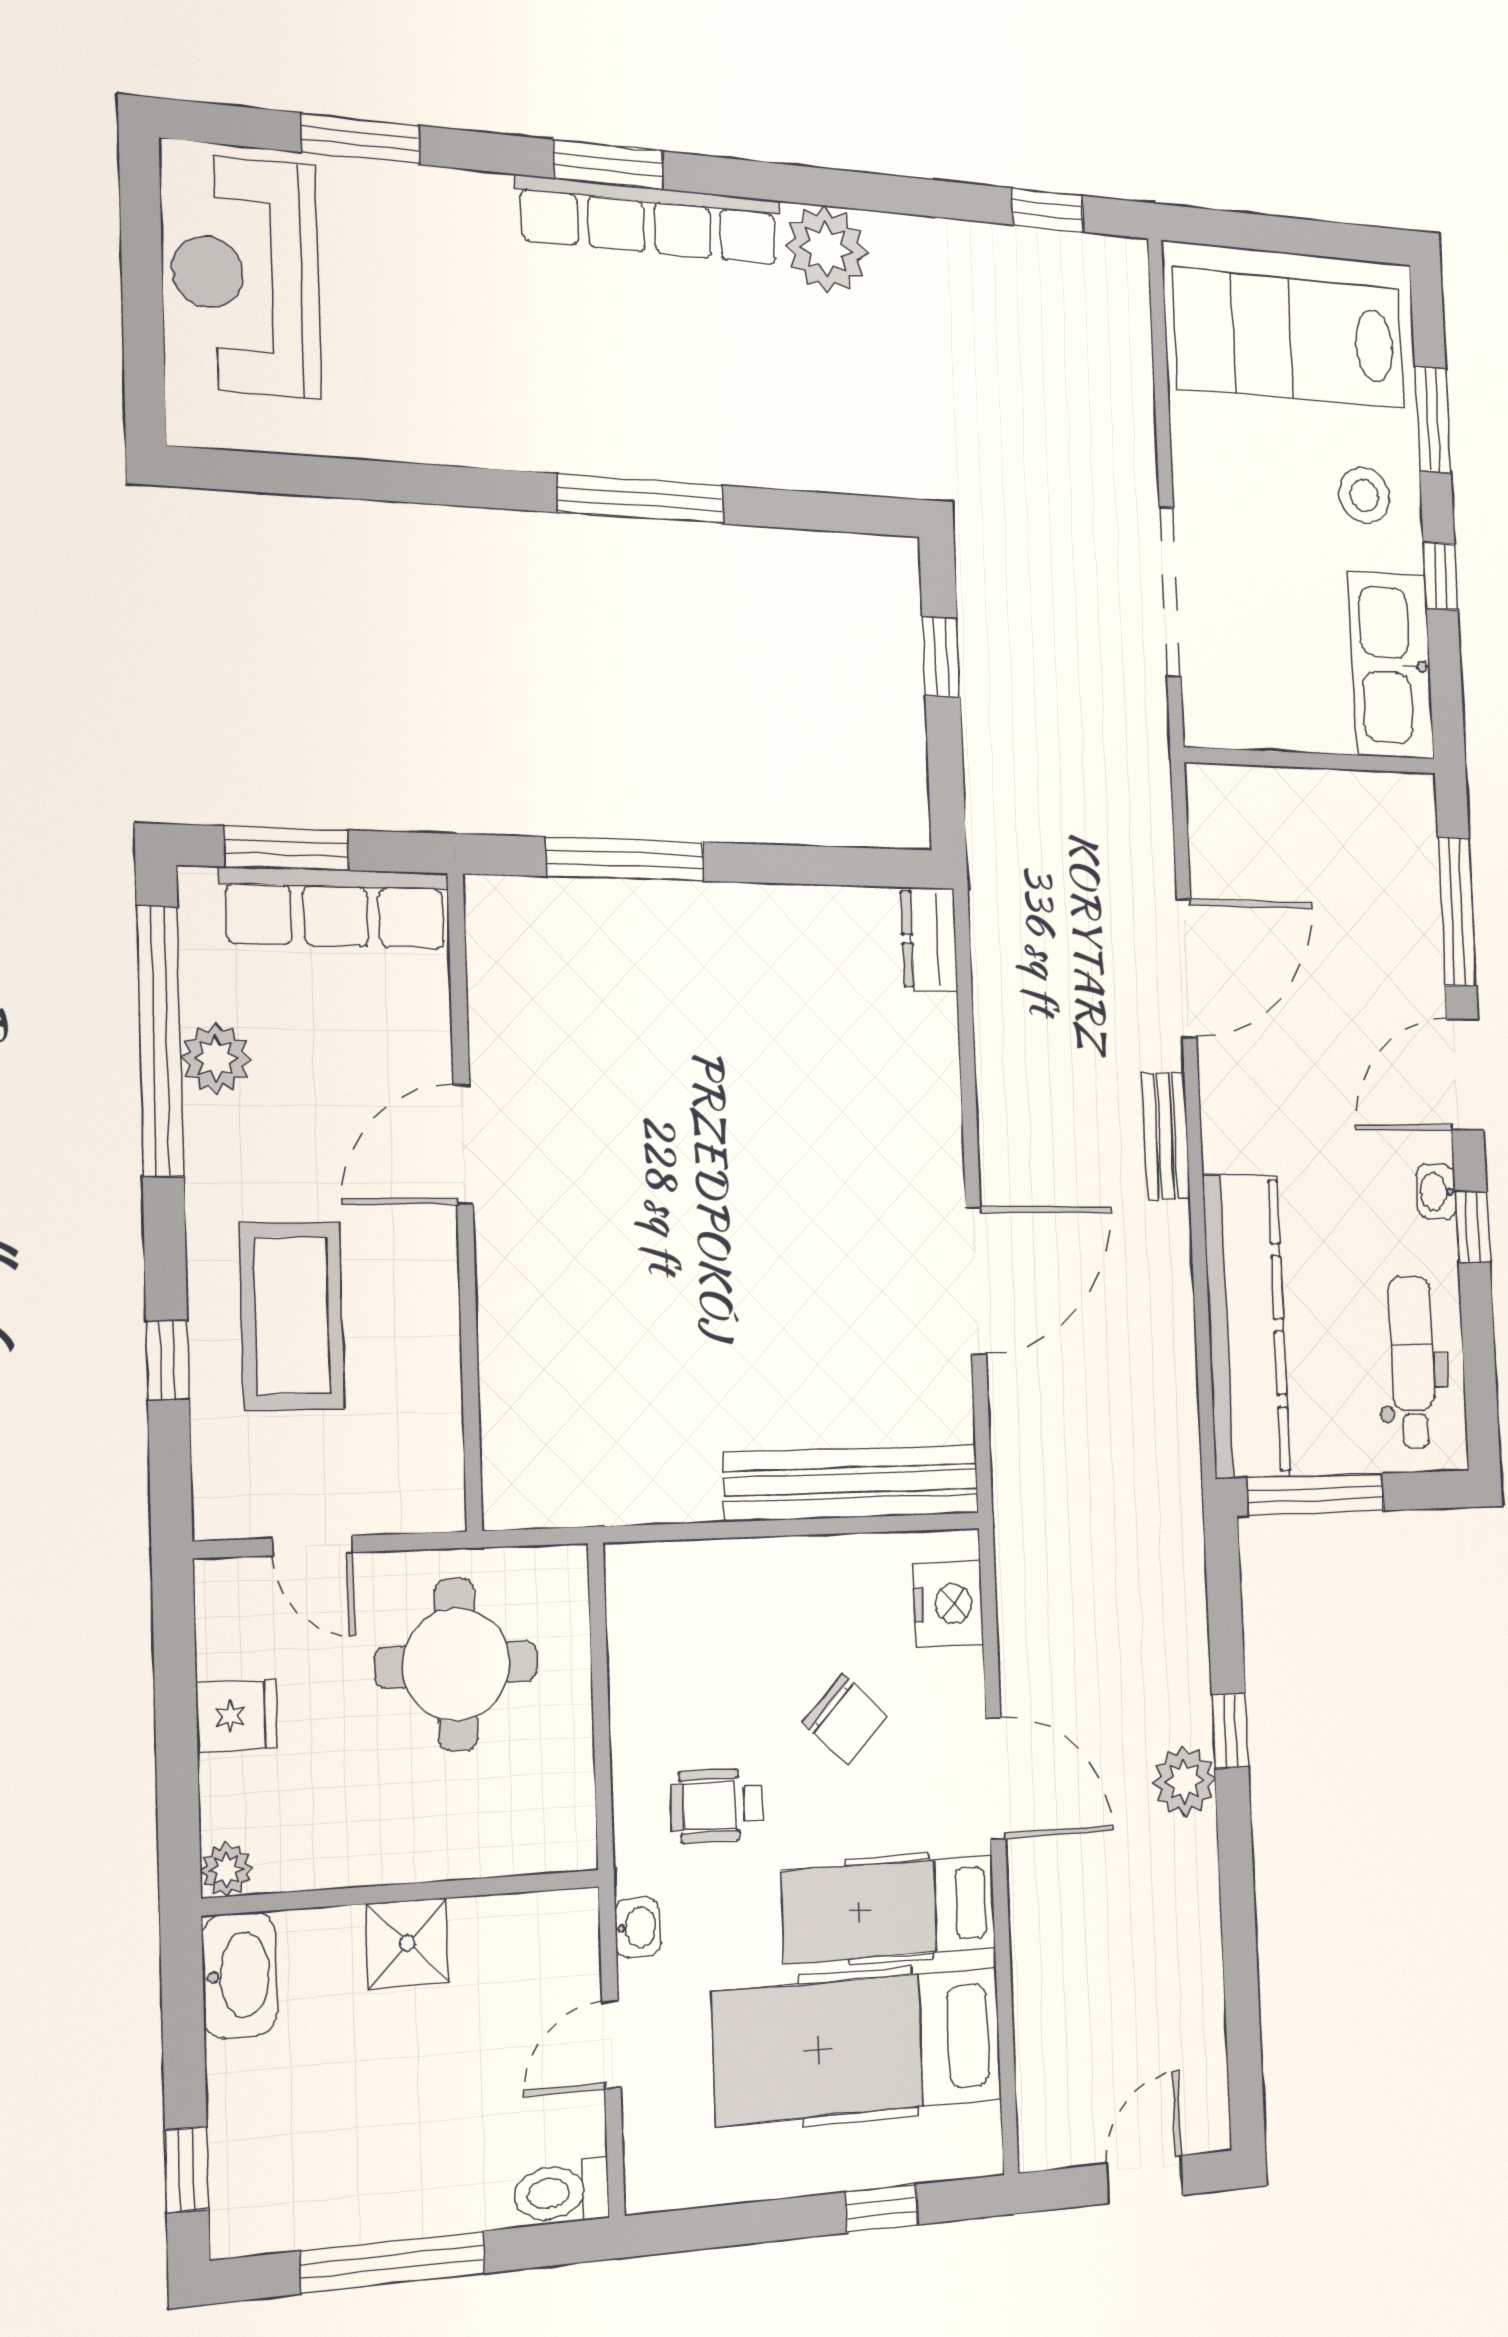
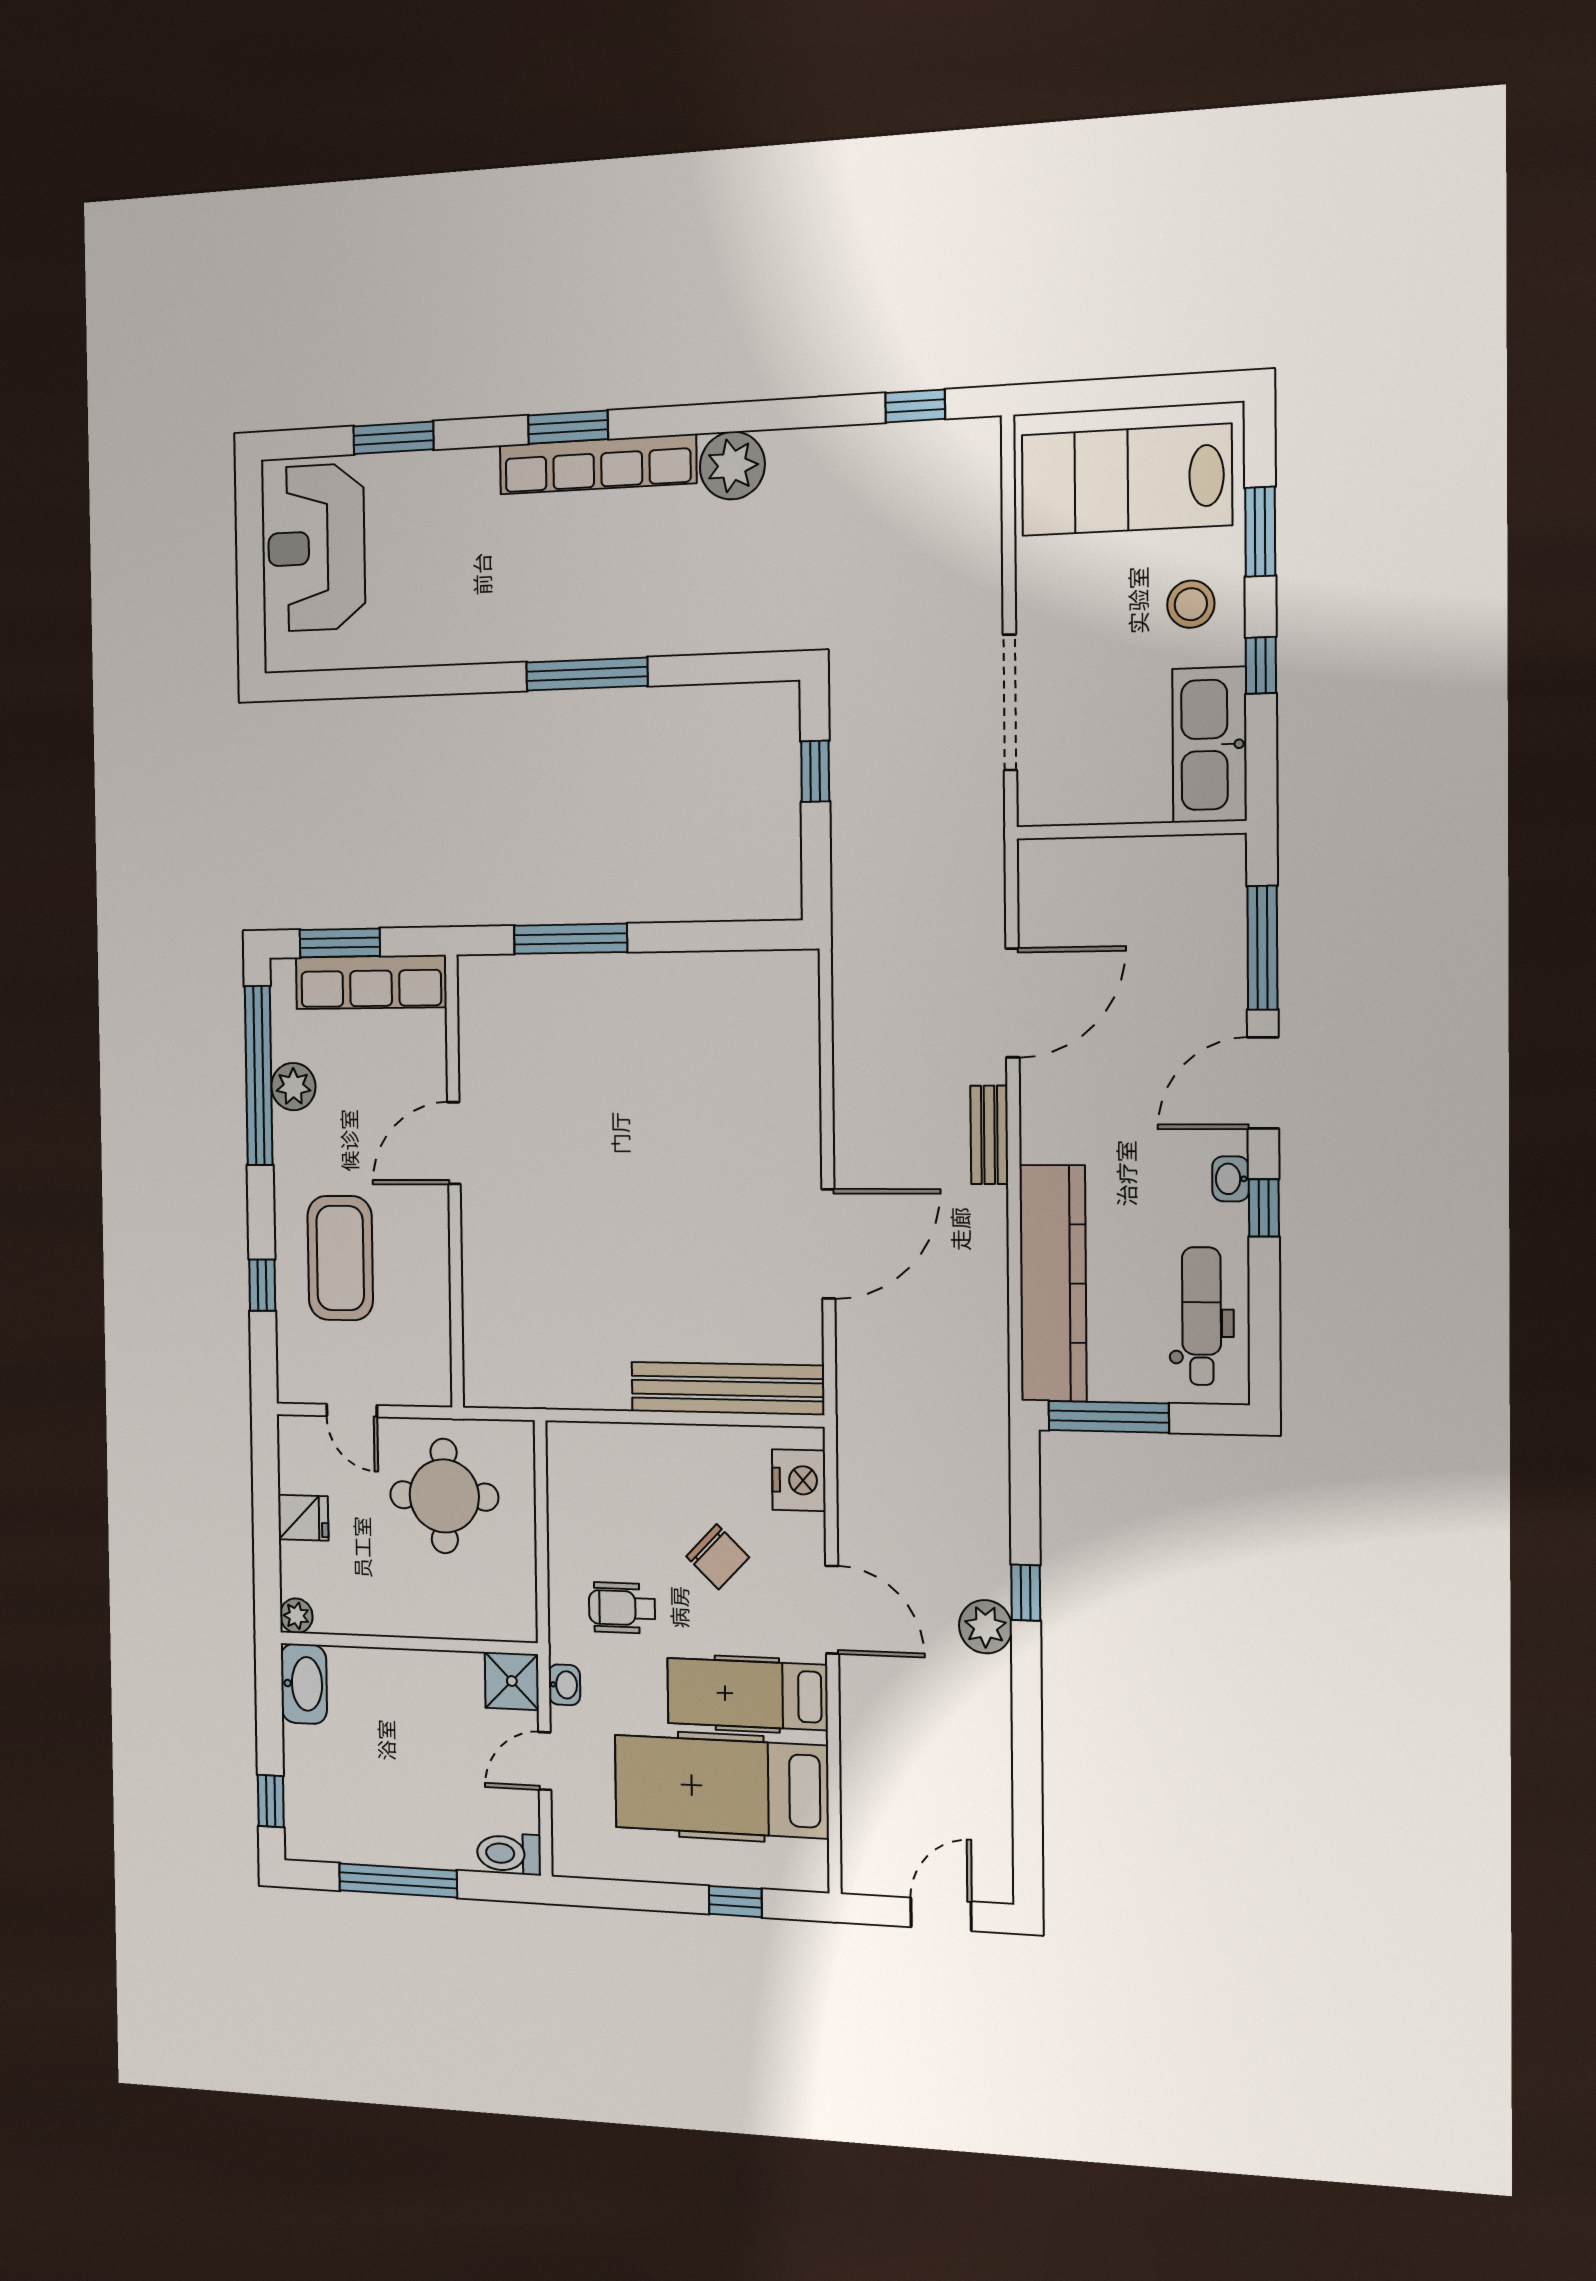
dresser: (929, 939) -> (799, 988), removed
shower: (407, 1943) -> (512, 1681), moved

